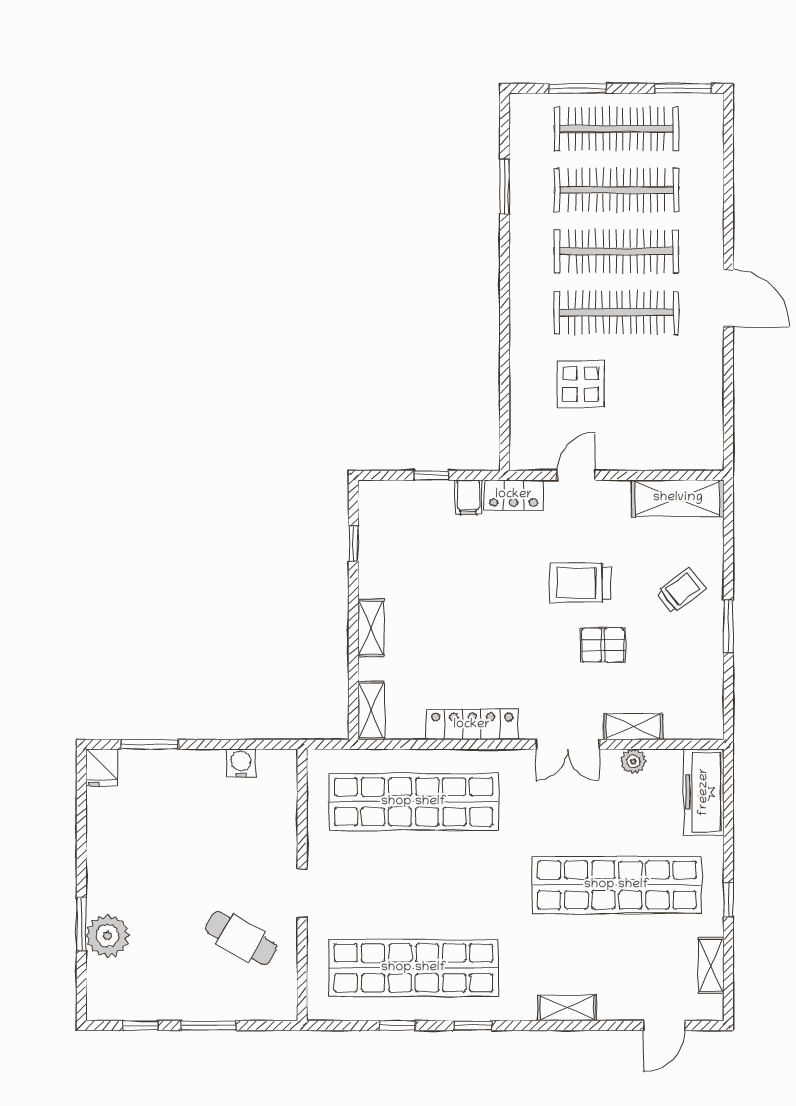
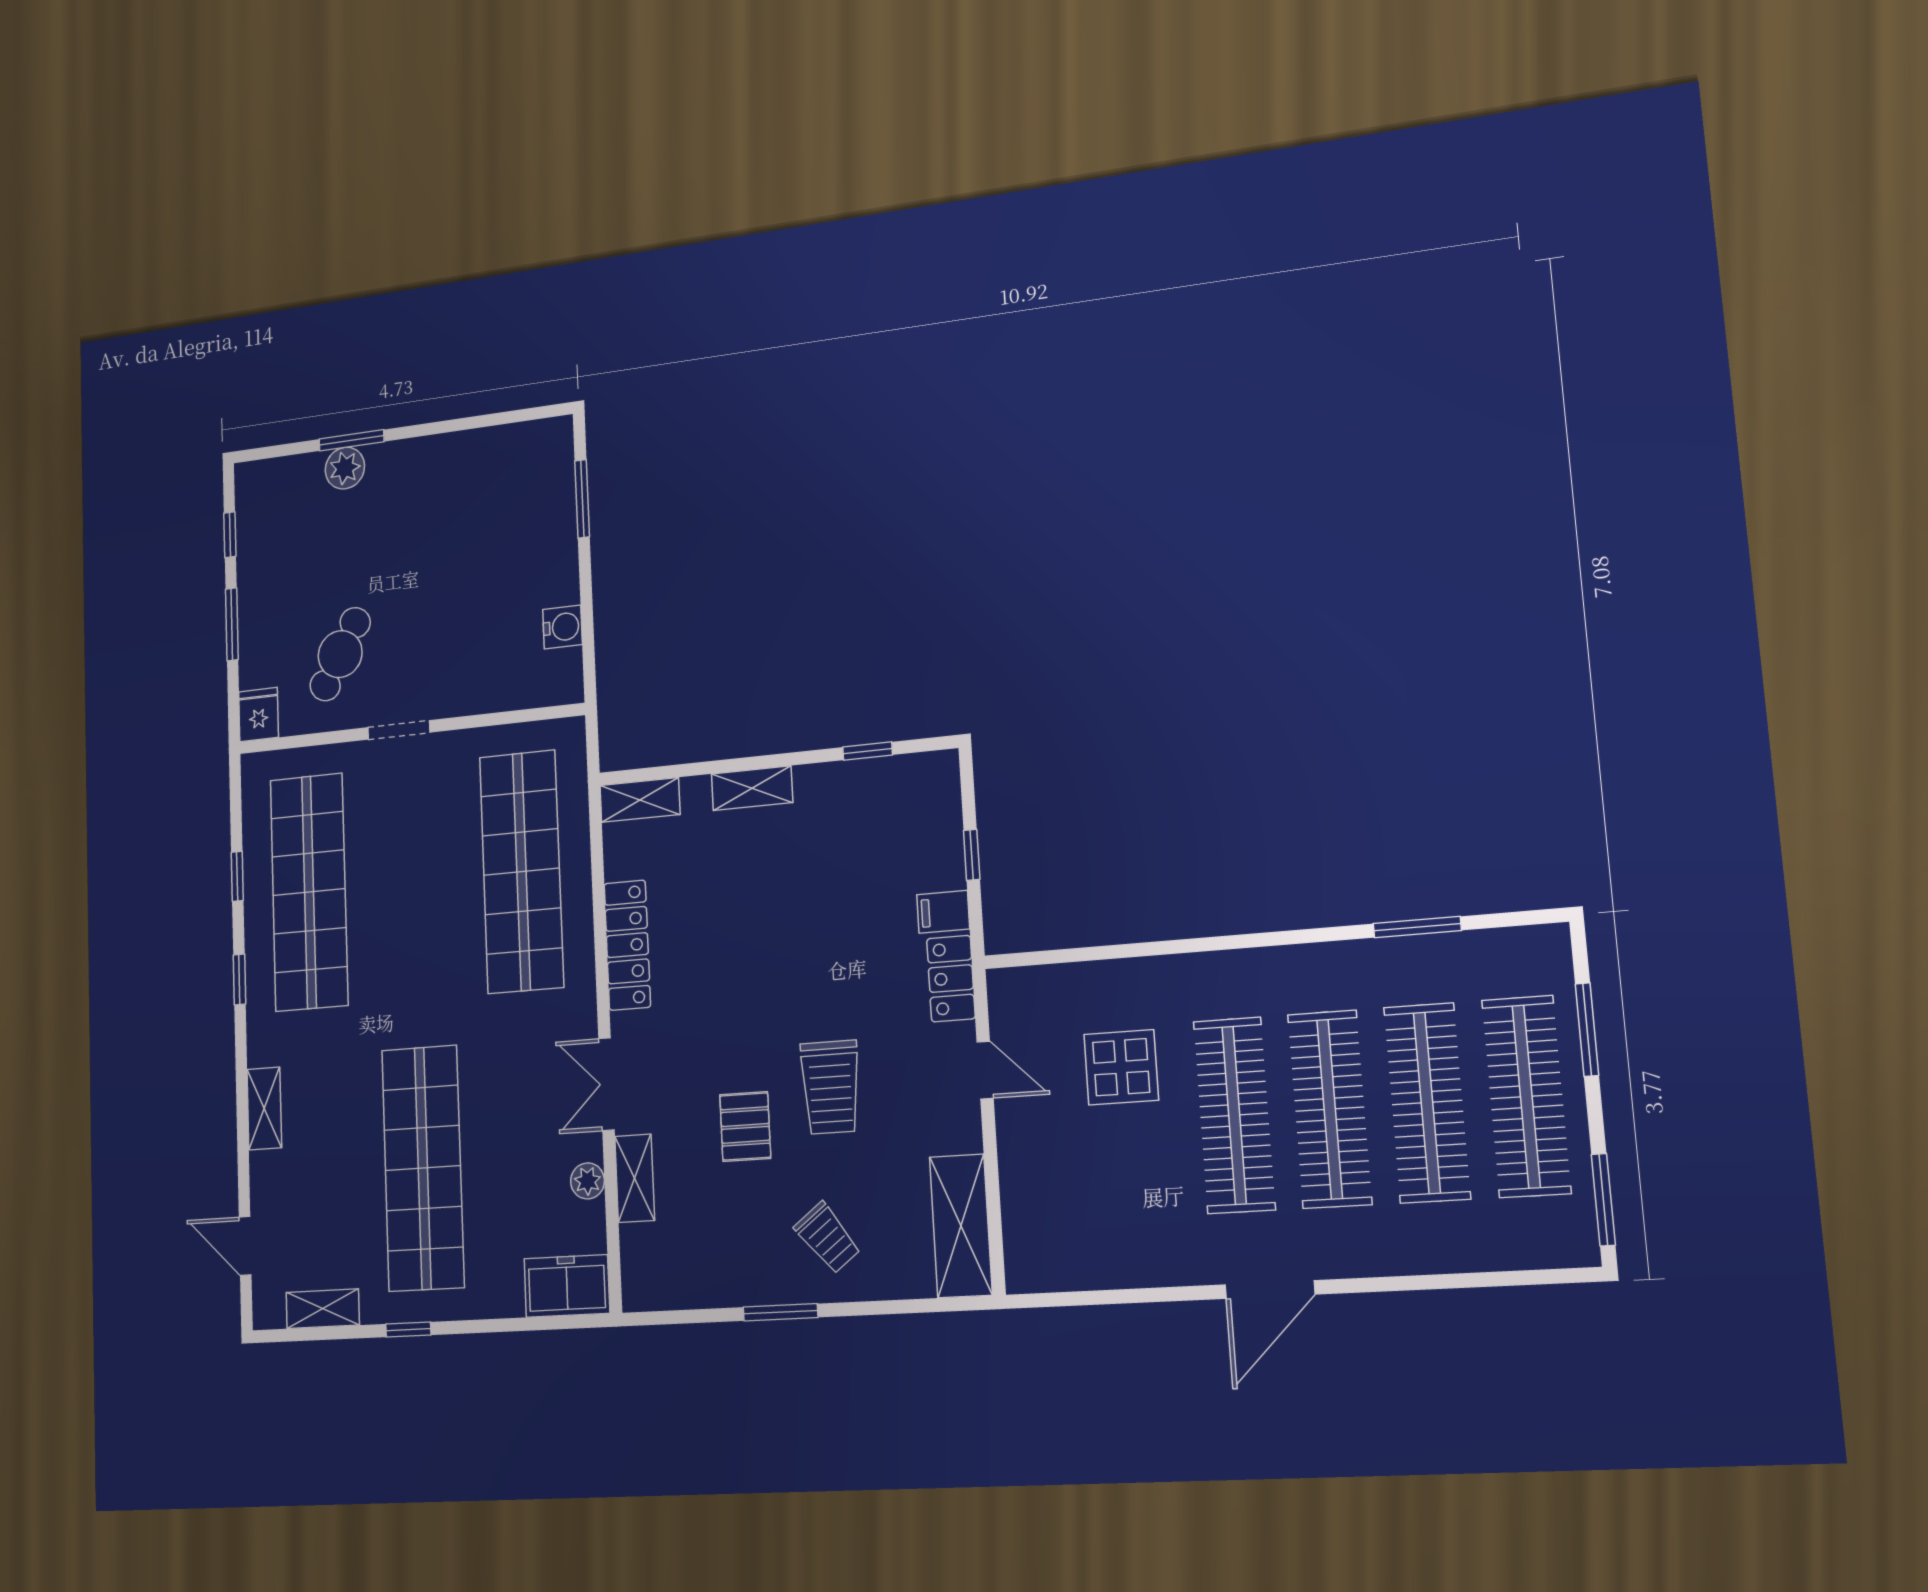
trolley: (580, 583) -> (831, 1087), turned 180
fridge: (102, 768) -> (259, 715), moved, turned 90
freezer: (704, 792) -> (567, 1286), width x0.71
plant: (108, 936) -> (345, 468), width x0.73, depth x0.73

